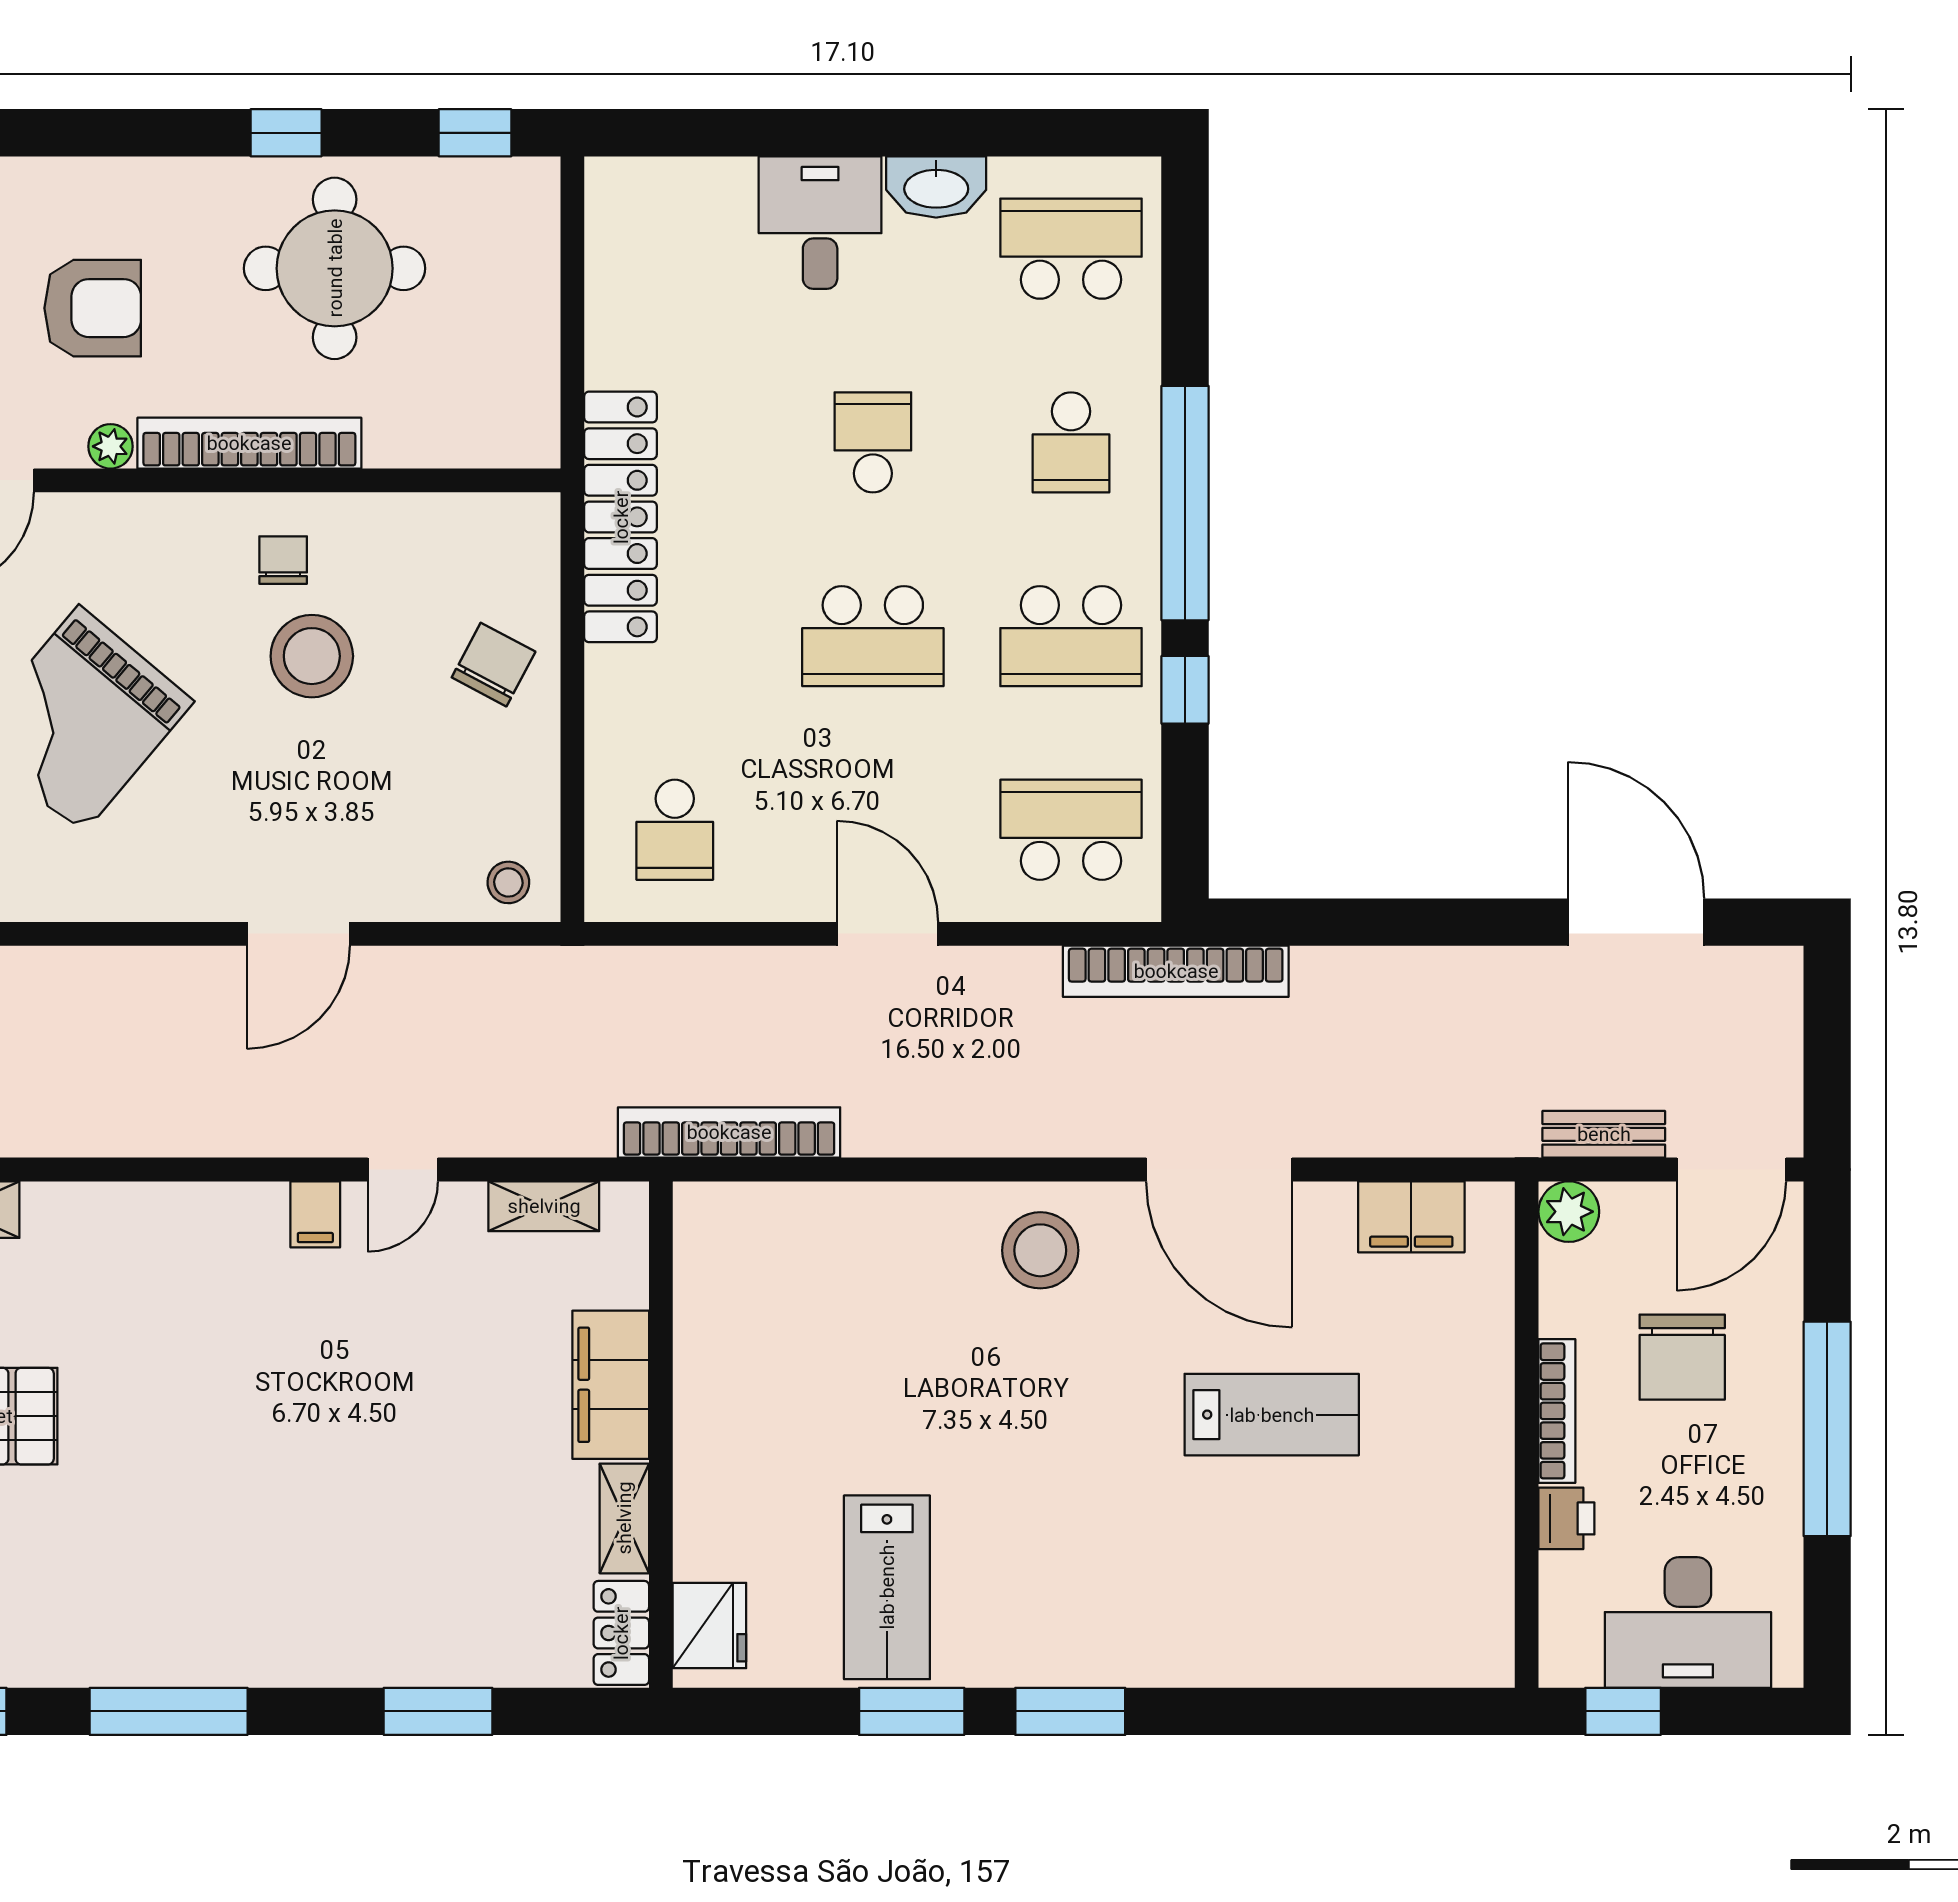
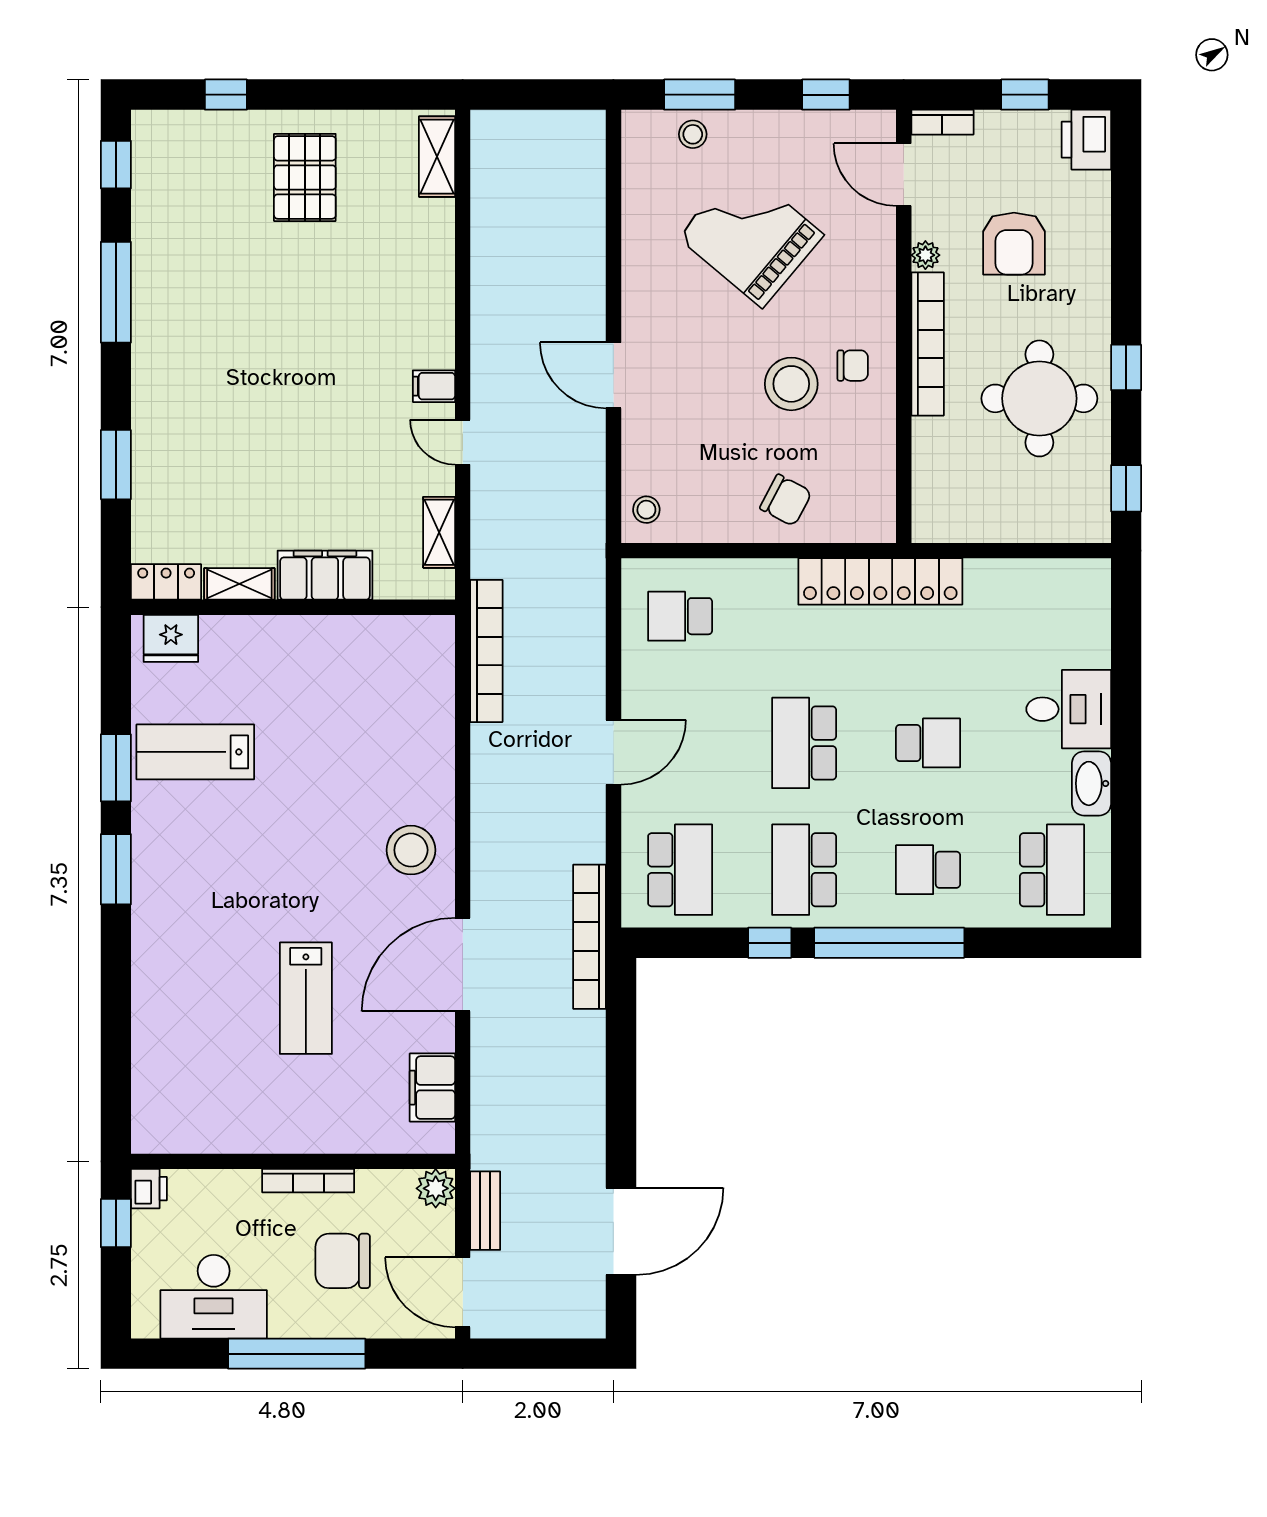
printer: (1566, 1518) -> (149, 1189), moved, turned -90
desk: (1688, 1623) -> (214, 1297), moved, turned -90

